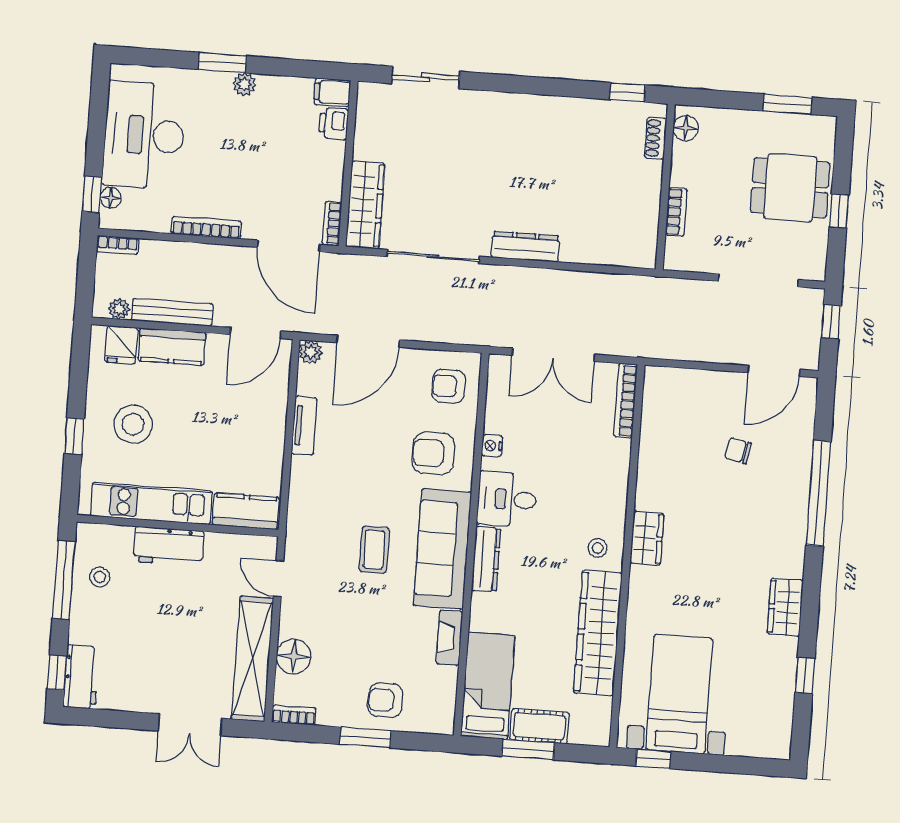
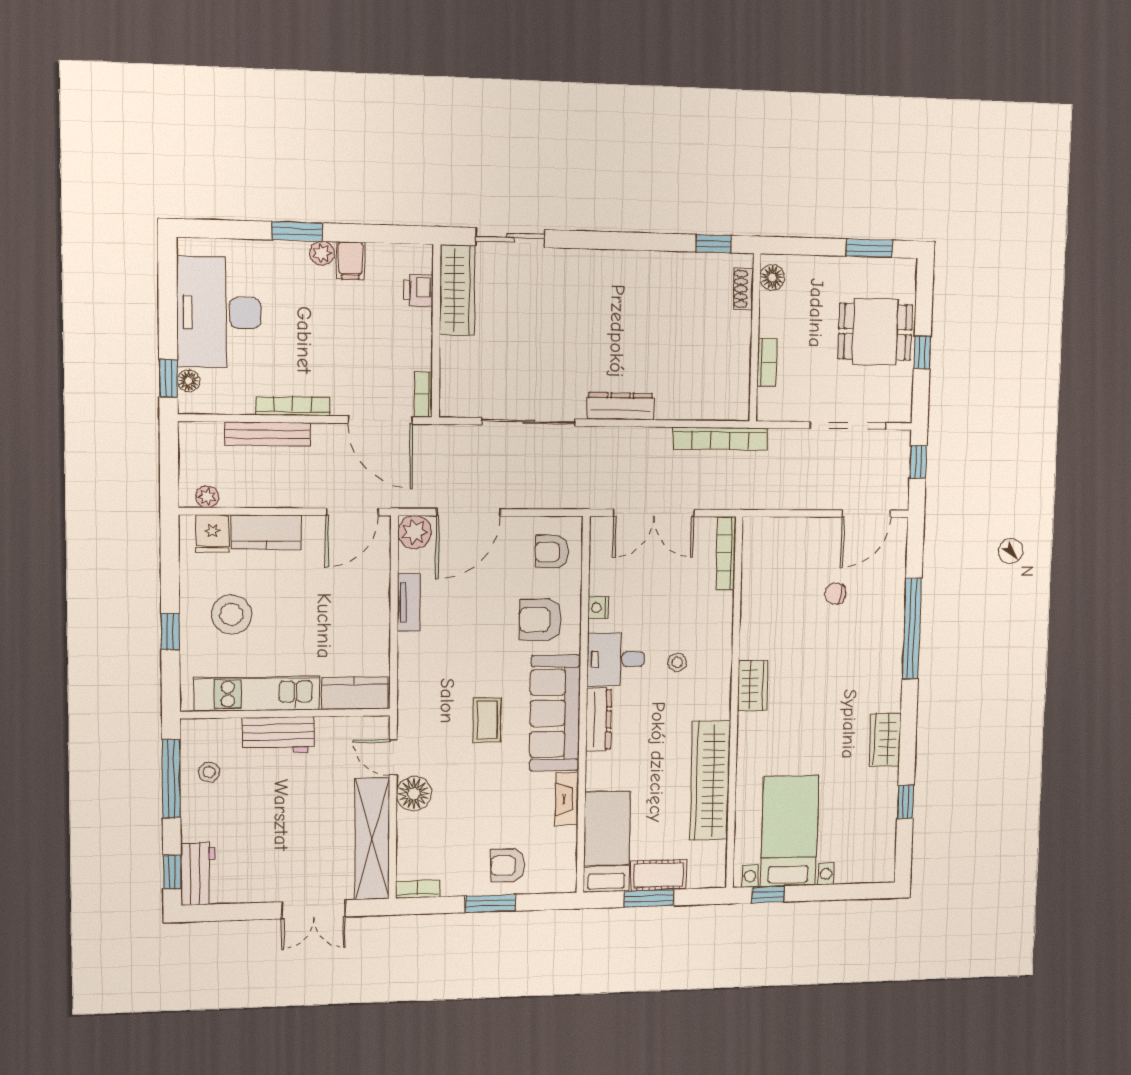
filing cabinet: (332, 92) -> (351, 261), moved, turned -90
wardrobe: (365, 205) -> (457, 290), moved
bookcase: (118, 245) -> (720, 439), moved, width x2.31, depth x1.31
bench: (172, 312) -> (268, 434), moved
plant: (310, 352) -> (415, 532), width x1.38, depth x1.38
stool: (598, 548) -> (677, 662), moved
floor lamp: (294, 656) -> (414, 794), moved

